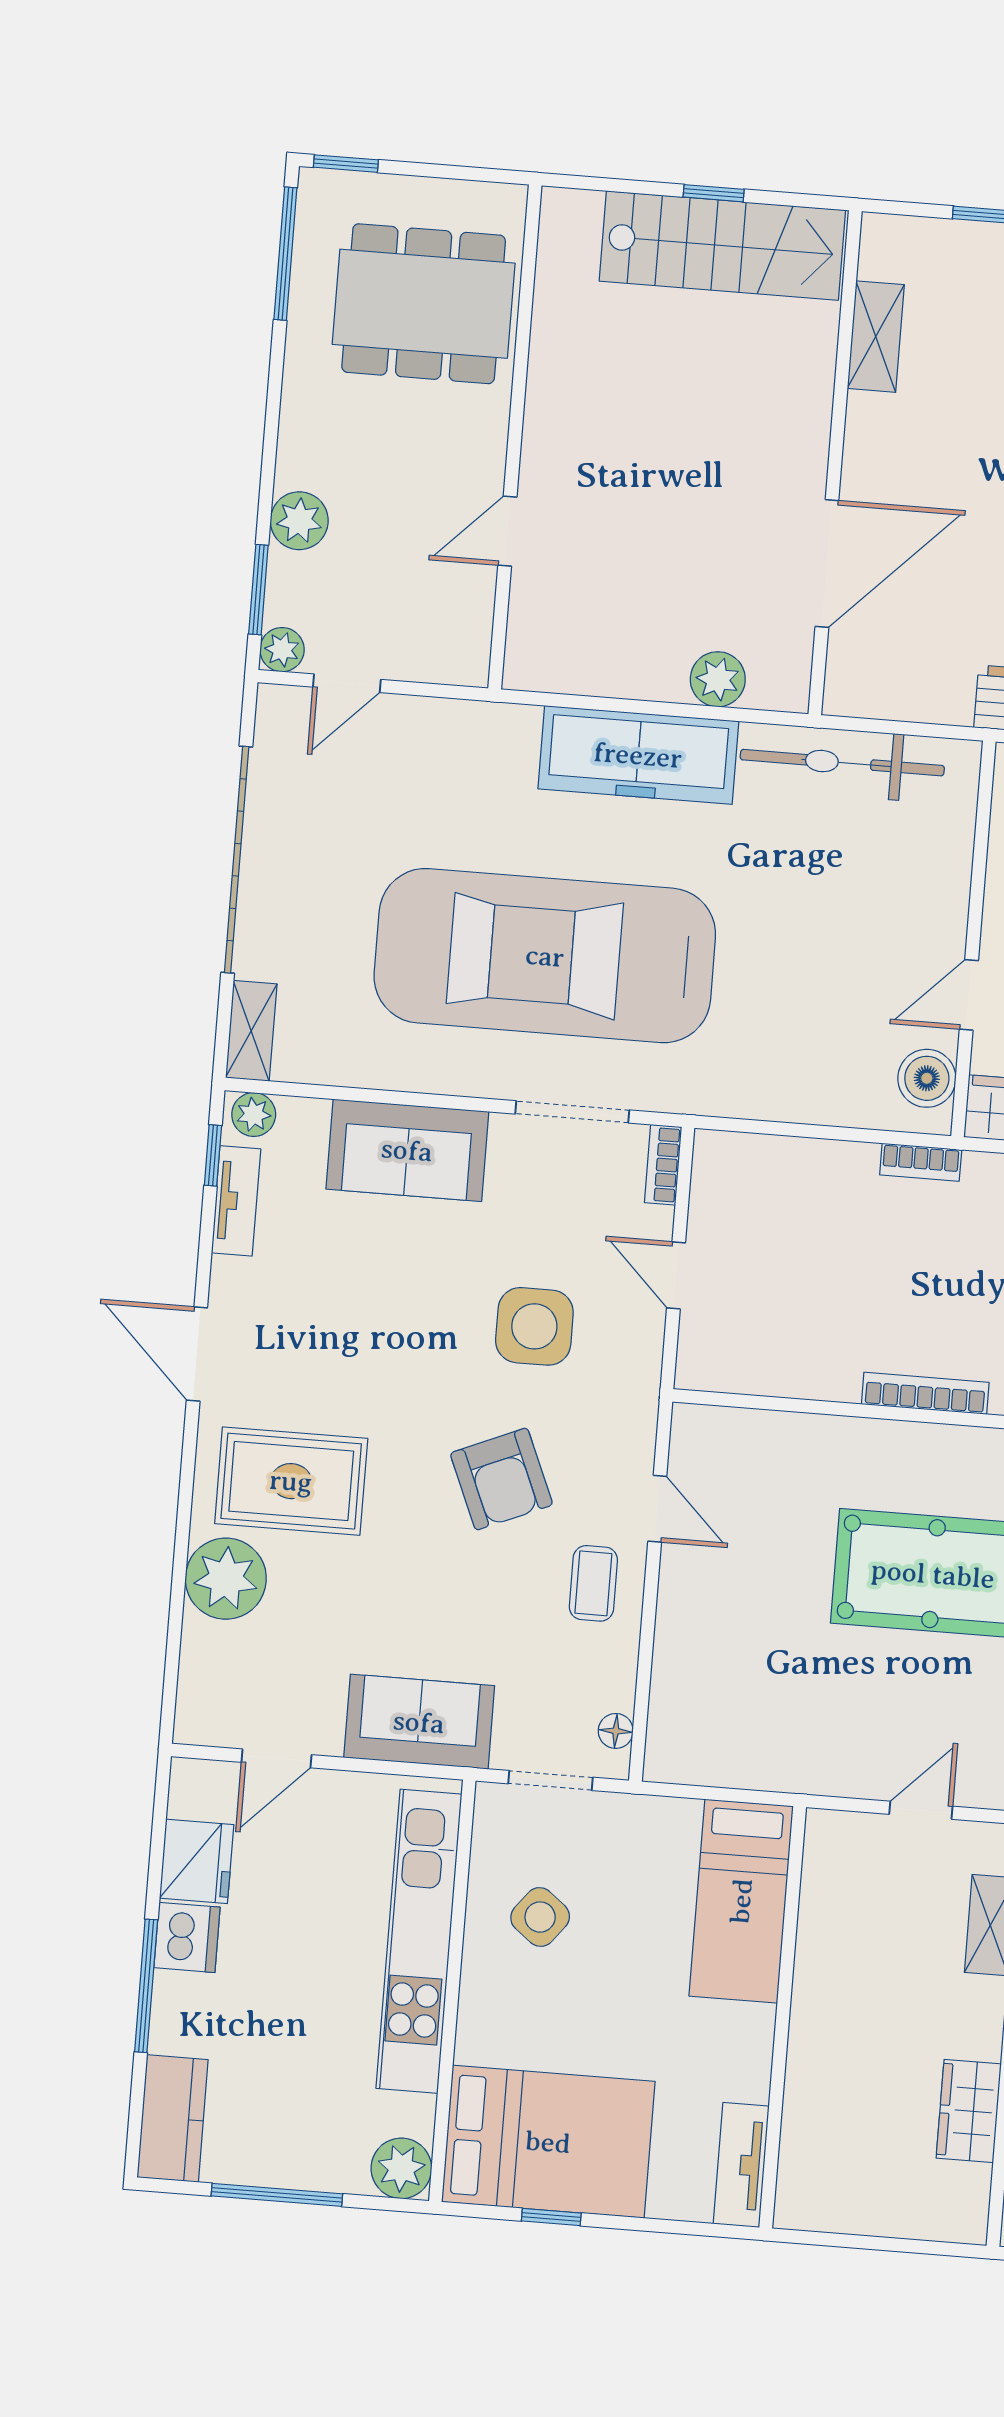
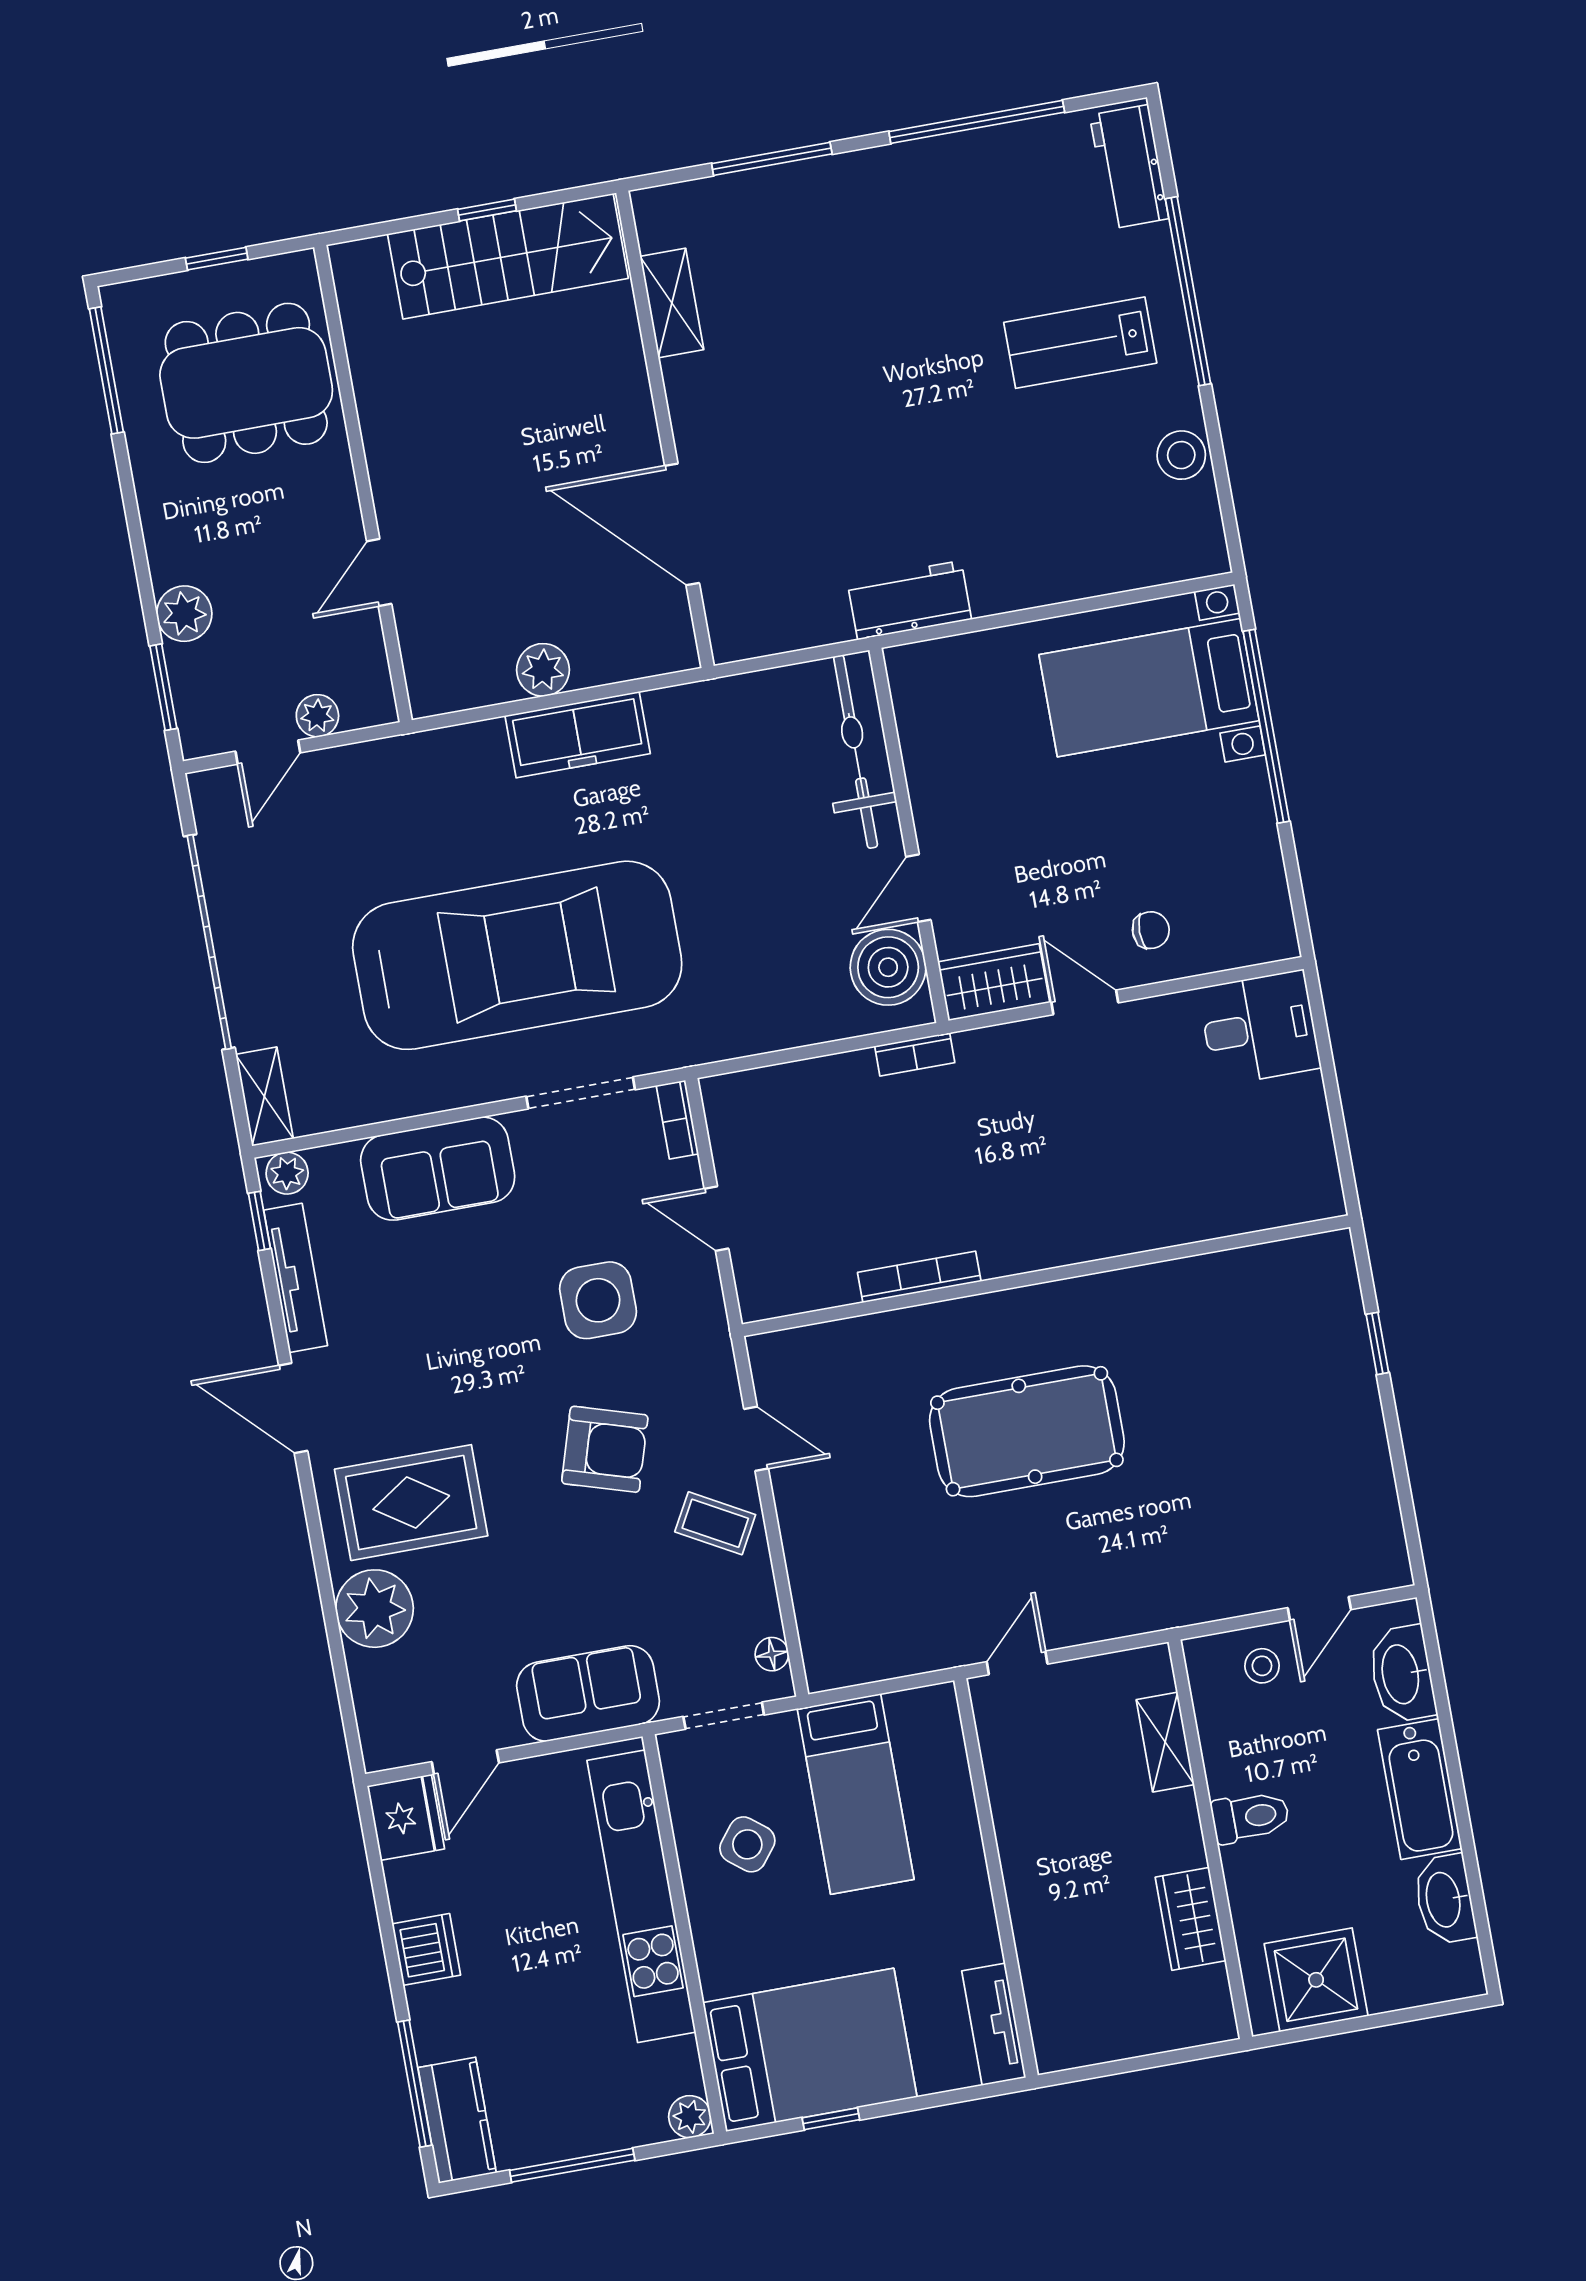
window: (346, 164) -> (217, 259), moved
door: (827, 564) -> (682, 524), swing flipped
plant: (282, 650) -> (317, 716), moved
plant: (718, 679) -> (543, 670), moved
freezer: (638, 755) -> (578, 735), width x0.73, depth x0.79
bicycle: (842, 763) -> (856, 752), moved, turned 90
car: (545, 956) -> (517, 955), turned 180
boiler: (927, 1078) -> (888, 967), width x1.37, depth x1.37
tv unit: (236, 1201) -> (296, 1278), width x1.41
bookcase: (925, 1393) -> (919, 1277), moved
armchair: (501, 1479) -> (605, 1449), turned -50
coffee table: (593, 1583) -> (715, 1523), turned -61
door: (921, 1810) -> (1017, 1663), moved
fridge: (197, 1861) -> (406, 1817), moved
bed: (741, 1901) -> (856, 1794), moved
window: (146, 1986) -> (415, 2084), moved
plant: (401, 2168) -> (690, 2117), width x0.73, depth x0.73

